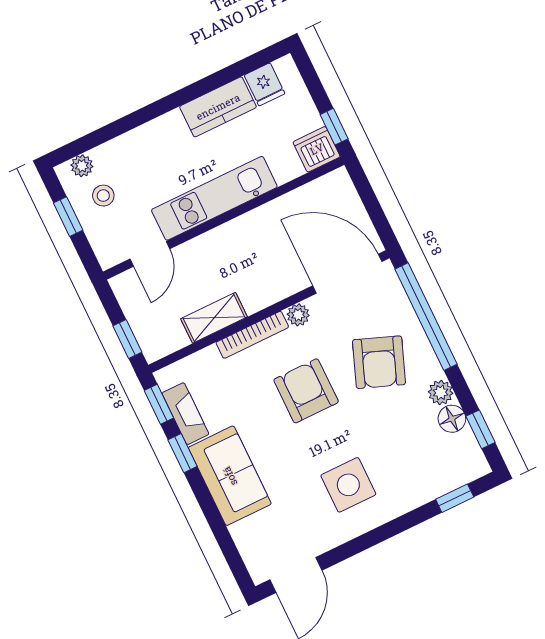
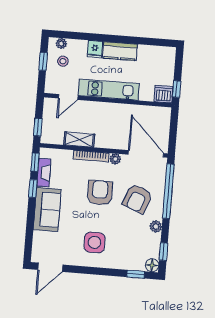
fridge: (264, 84) -> (95, 49), moved
kitchen counter: (218, 107) -> (120, 51), moved
floor lamp: (452, 419) -> (152, 265), moved

